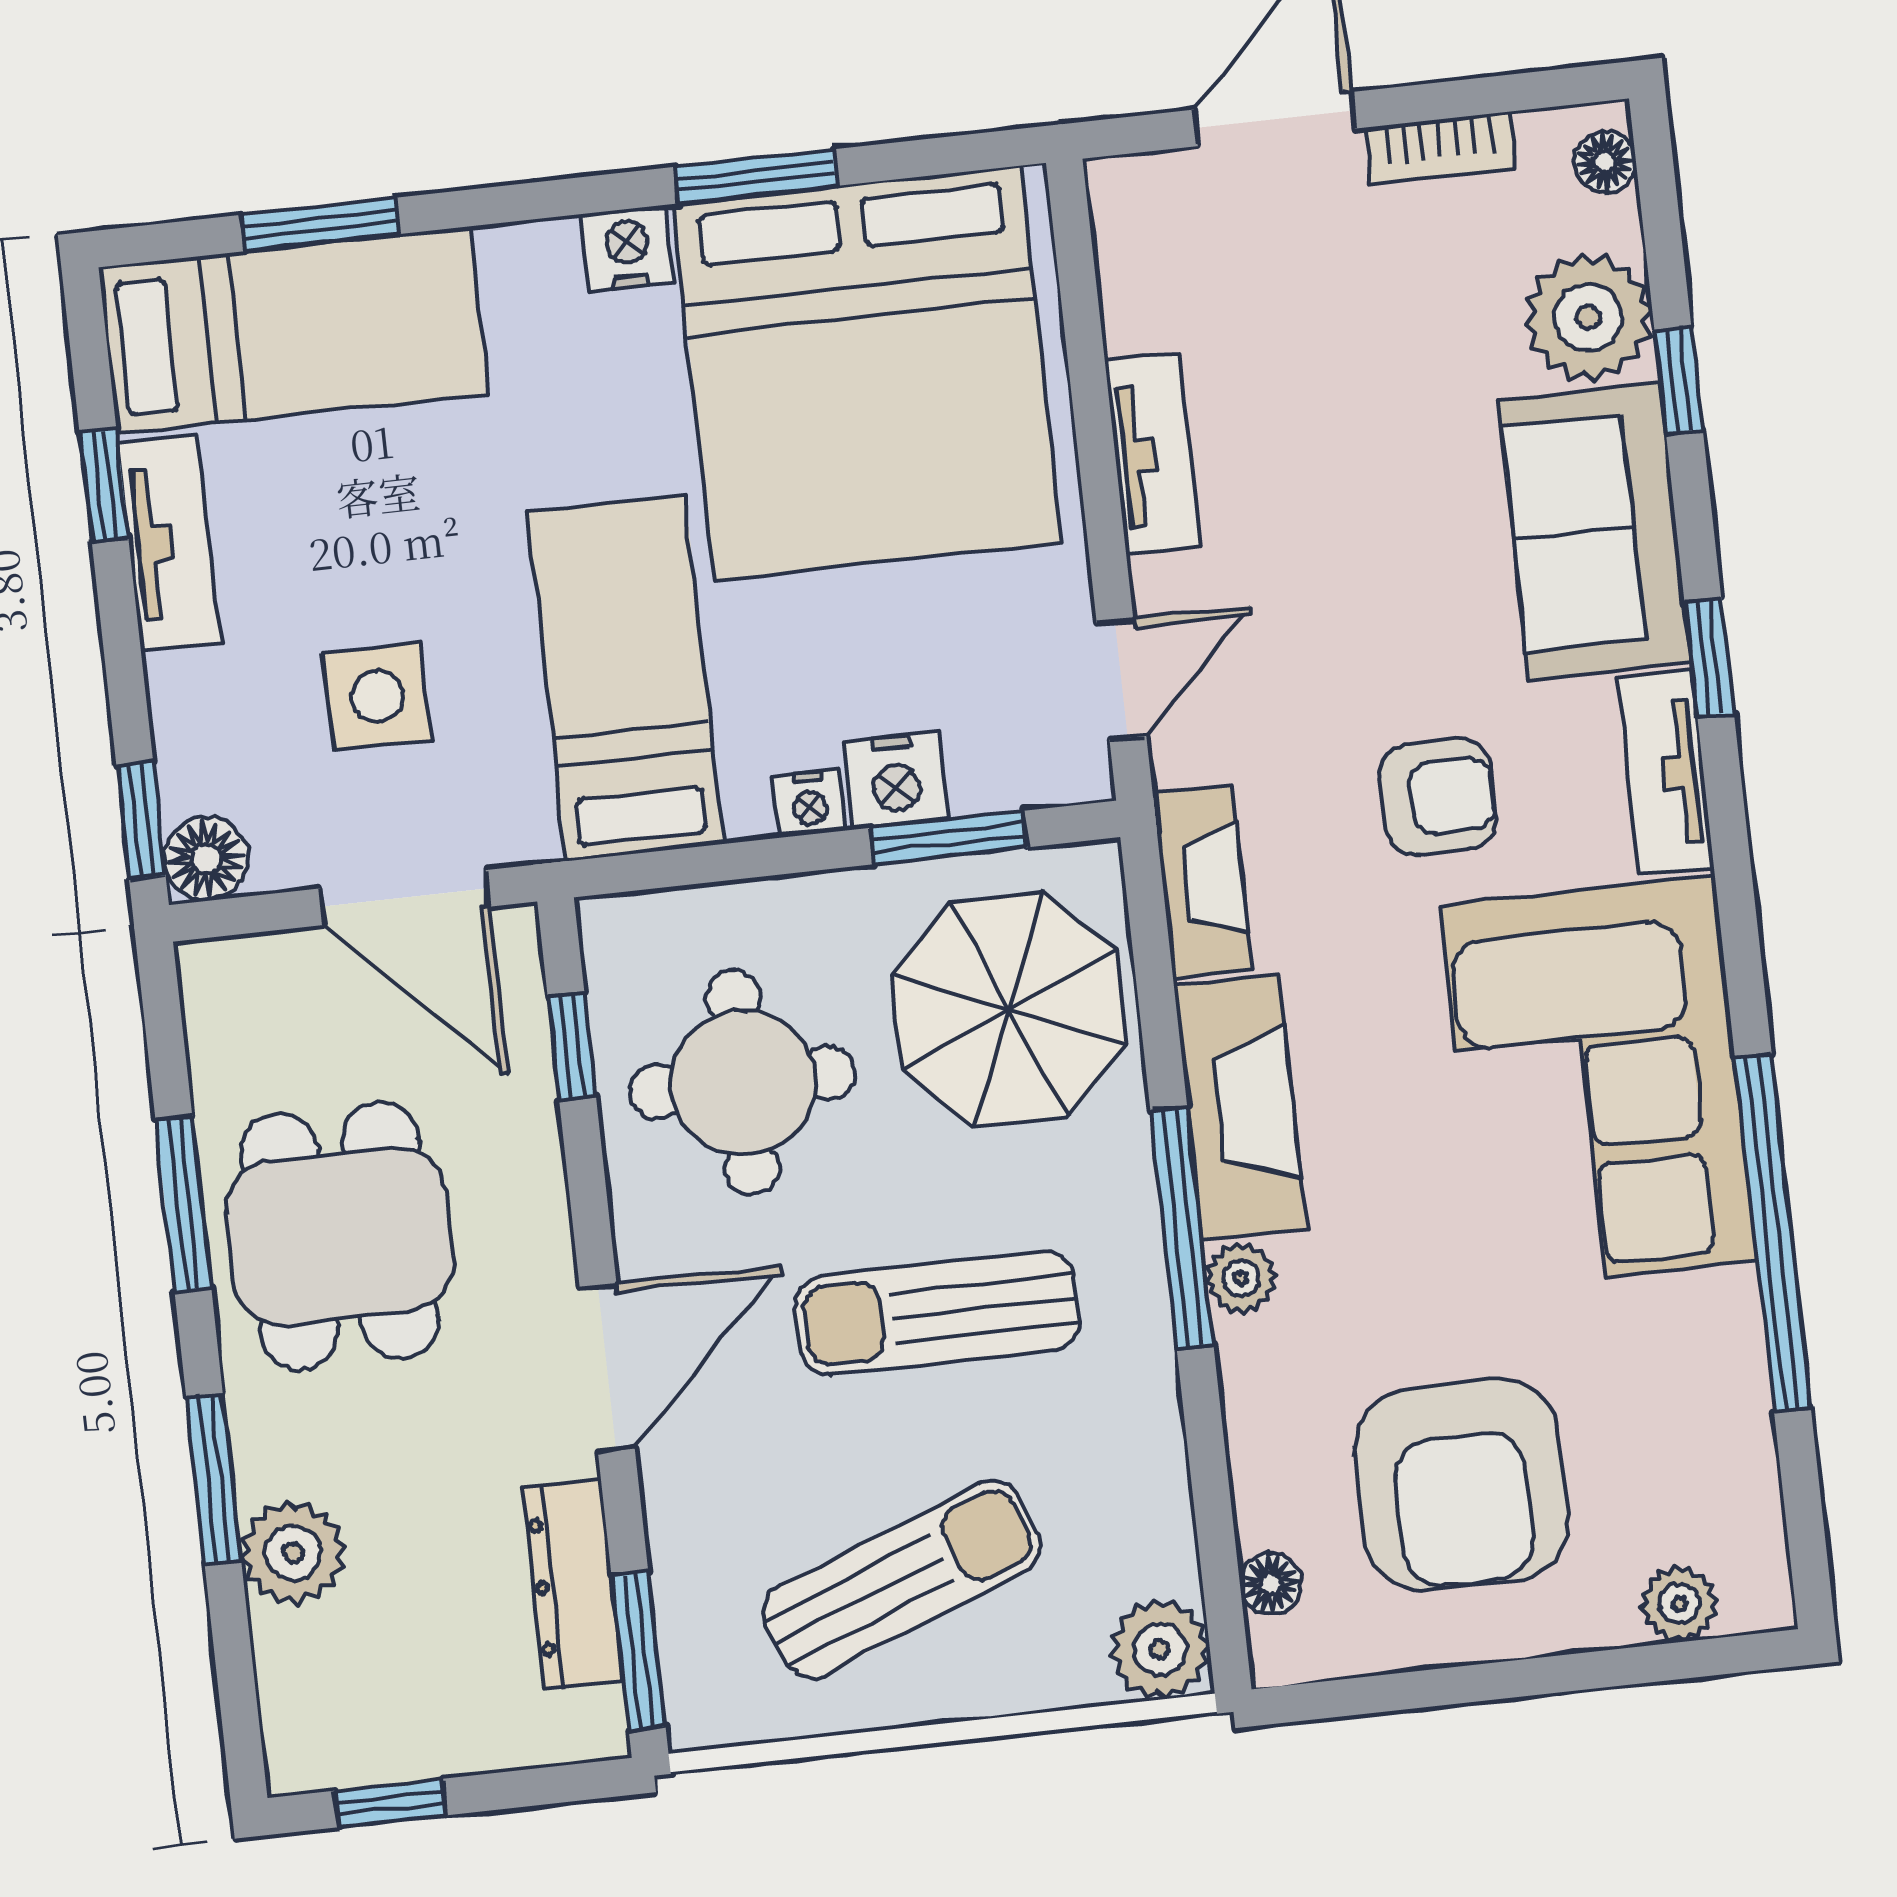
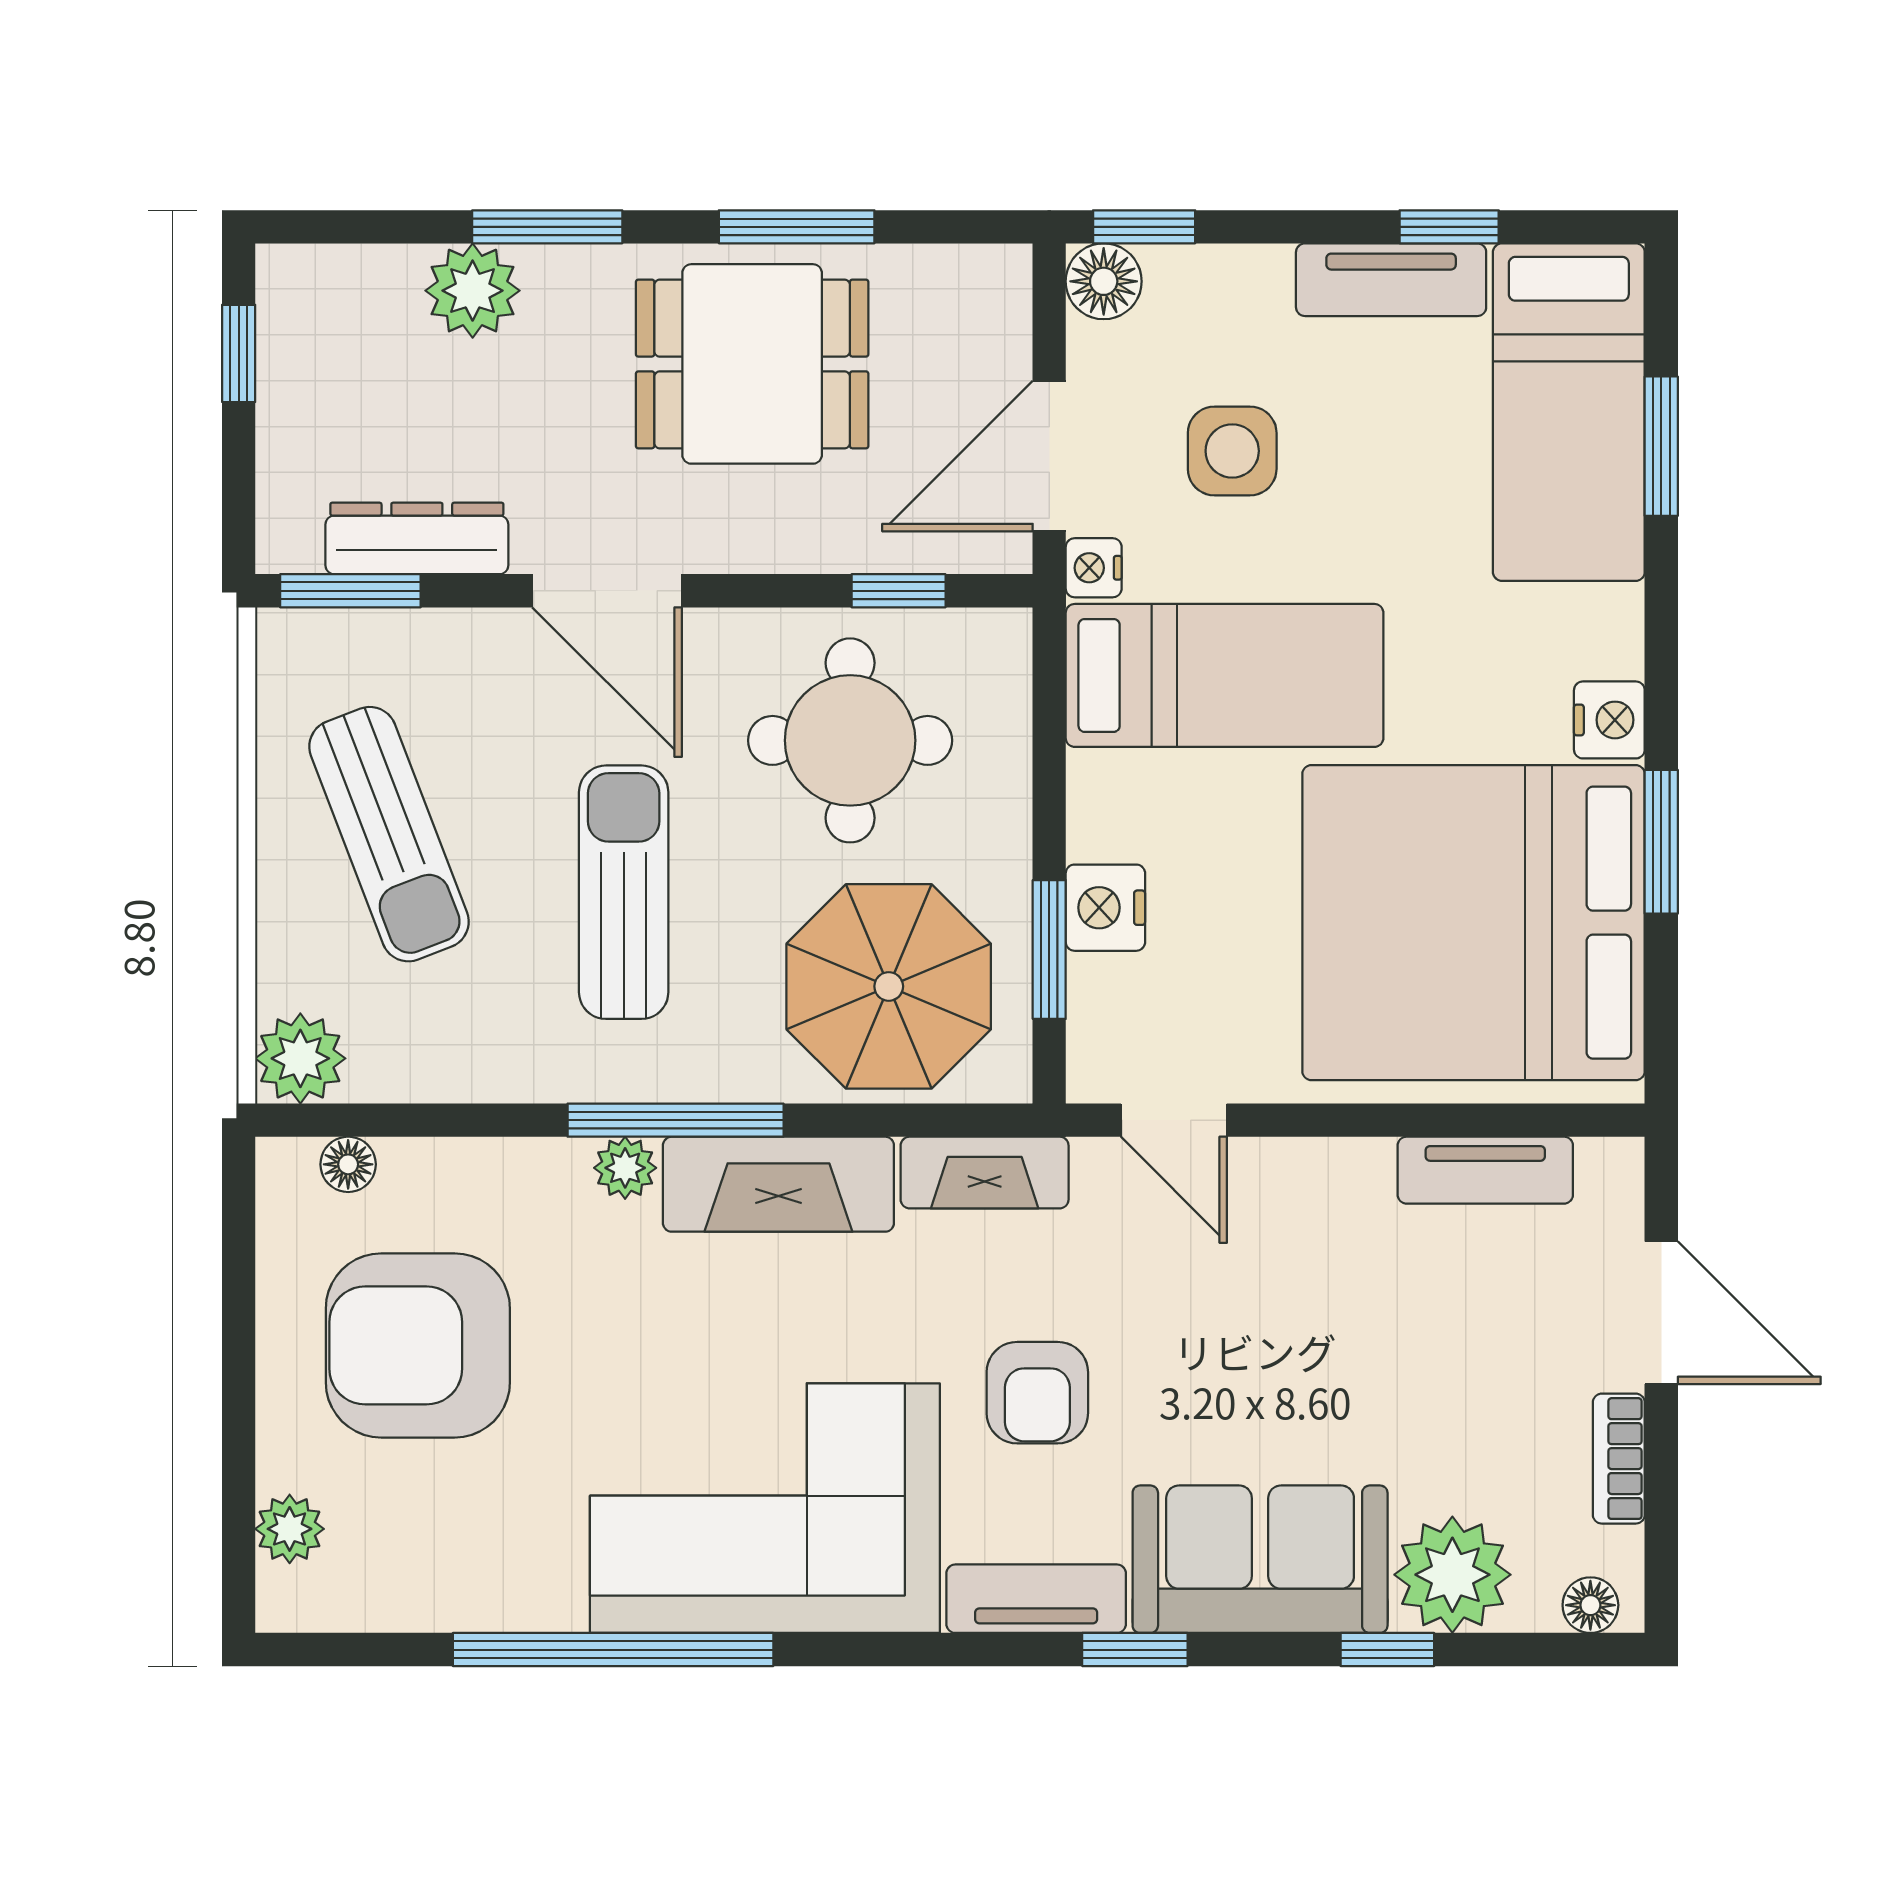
tv unit: (1152, 454) -> (1485, 1170), moved
nightstand: (810, 803) -> (1094, 568), moved

